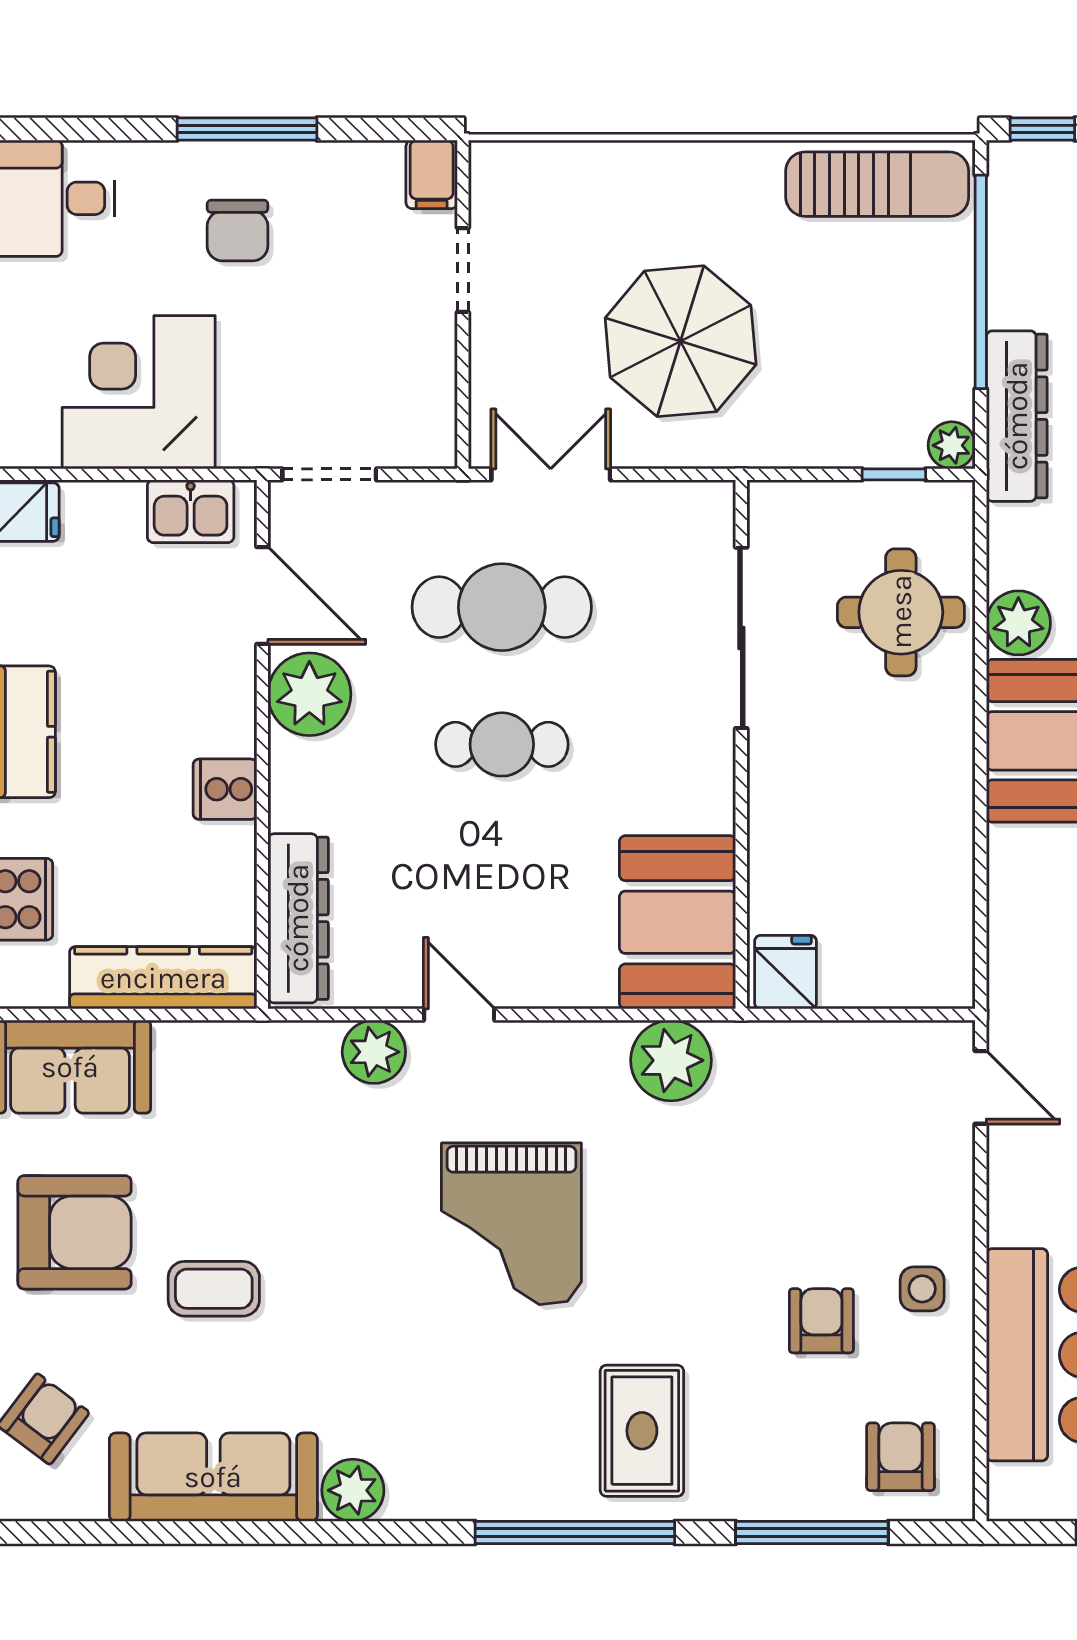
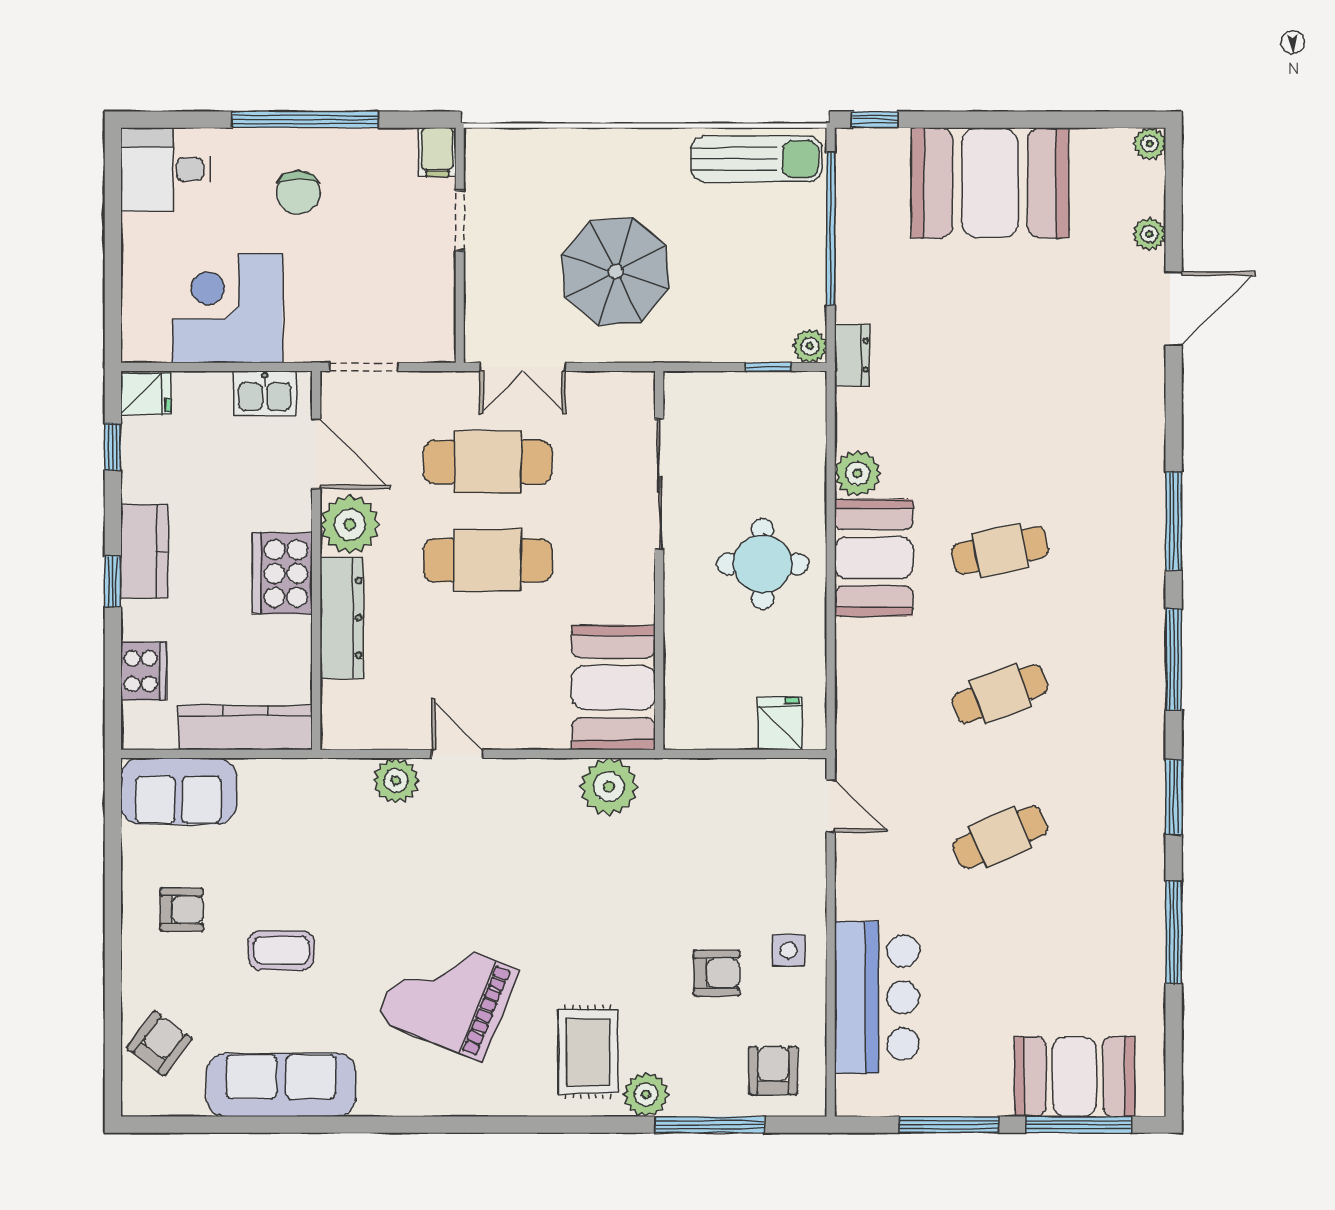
window: (247, 129) -> (305, 120), width x1.46
dresser: (1017, 416) -> (852, 355), width x0.51, depth x0.80
double door: (551, 474) -> (523, 367), swing flipped
round table: (901, 612) -> (763, 564), moved
cafe table: (502, 744) -> (488, 560), width x1.37, depth x1.35
cooker: (225, 789) -> (282, 573), width x1.87, depth x1.31
dresser: (298, 918) -> (342, 618), moved
fridge: (786, 972) -> (780, 723), moved
grand piano: (511, 1224) -> (448, 995), moved, turned 112
armchair: (75, 1232) -> (182, 910), width x0.53, depth x0.53
armchair: (821, 1321) -> (717, 973), turned 90
plant: (353, 1490) -> (646, 1094), moved
window: (575, 1532) -> (540, 1125), removed

